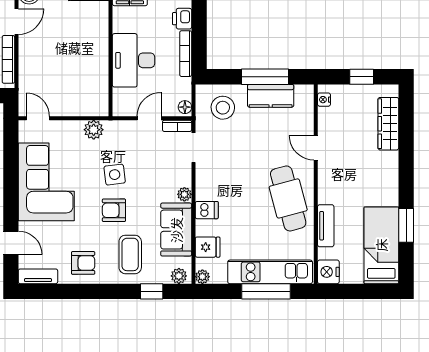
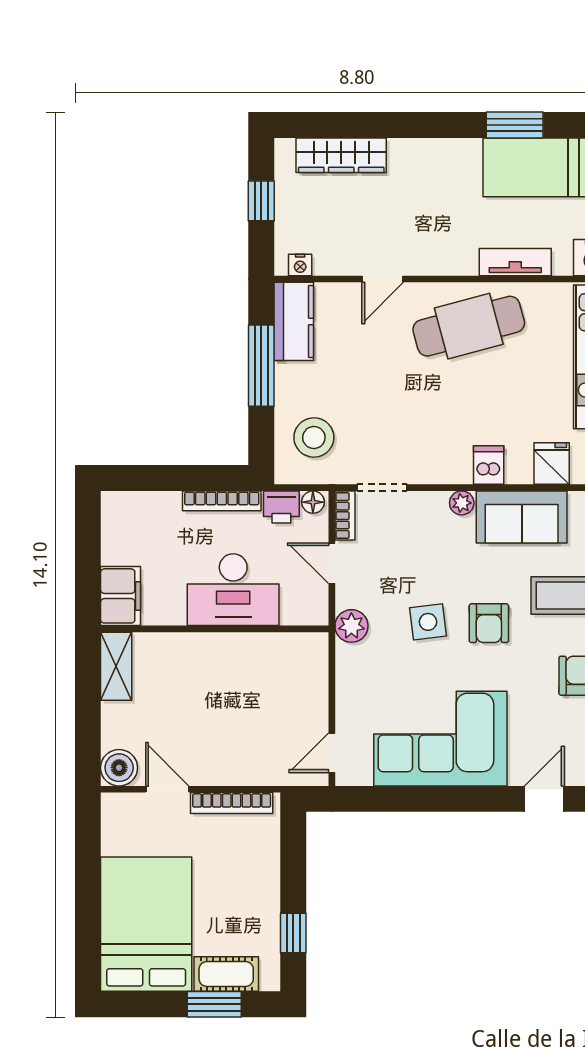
printer: (182, 19) -> (281, 507), moved
kitchen counter: (271, 96) -> (294, 321), moved
plant: (94, 130) -> (351, 626), moved

